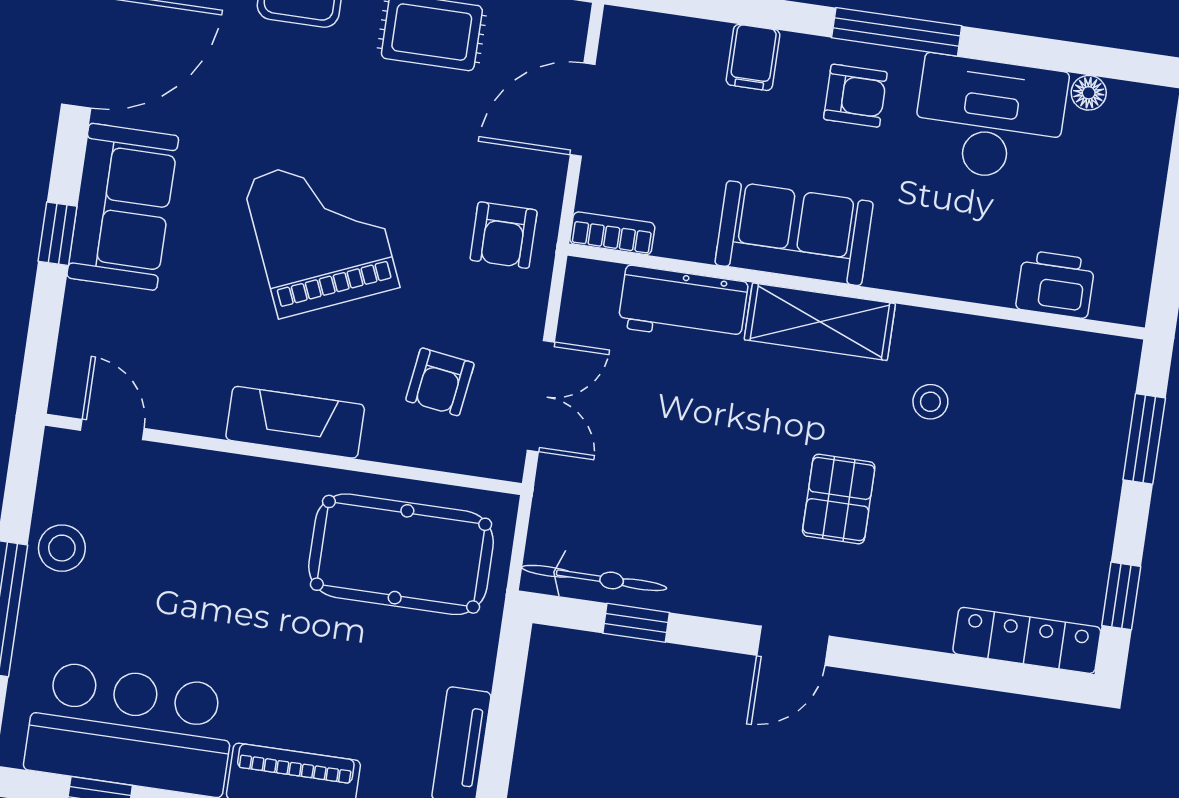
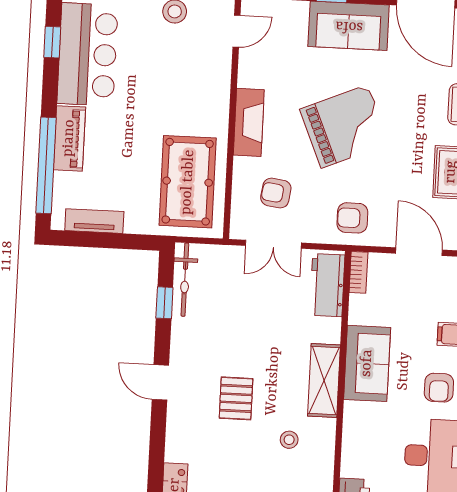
workbench: (683, 305) -> (327, 285), moved
pallet: (839, 499) -> (236, 398), turned 90

